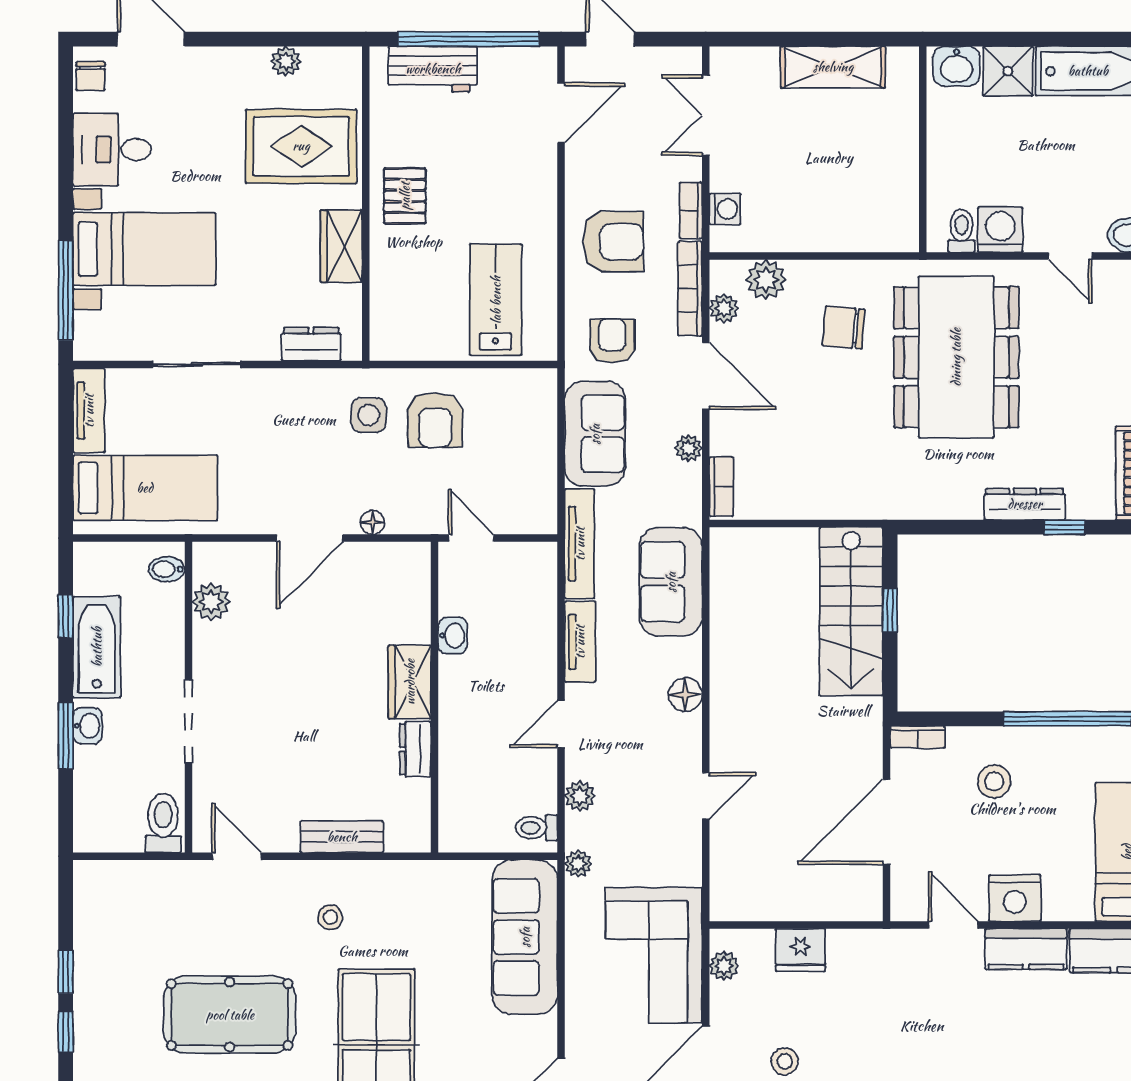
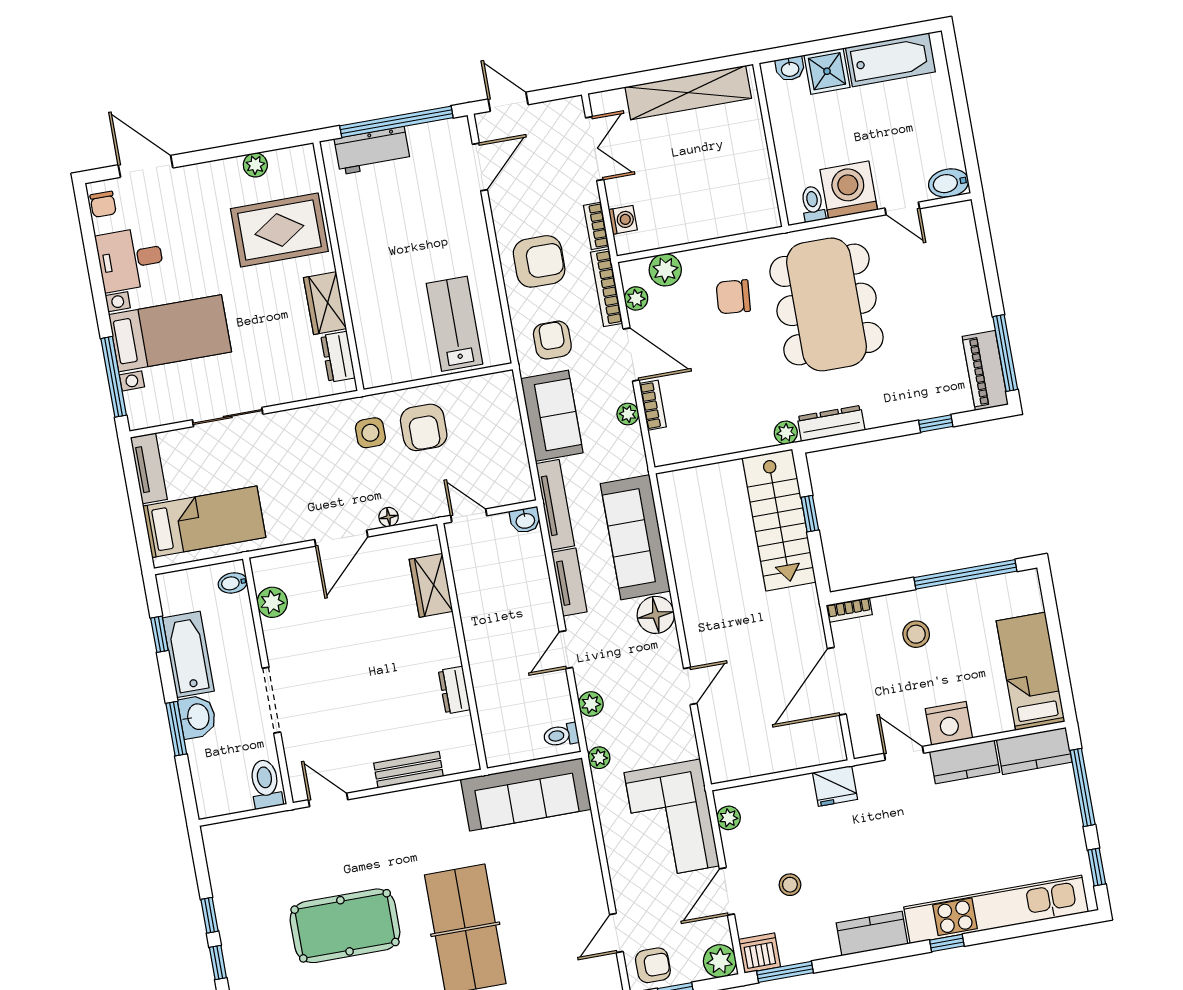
washbasin: (957, 66) -> (790, 69), width x0.72, depth x0.69
shelving: (833, 67) -> (688, 93), width x1.47
double door: (706, 115) -> (595, 149), swing flipped
pallet: (405, 196) -> (368, 255), removed
washing machine: (1000, 230) -> (849, 190), width x1.37, depth x1.37
dresser: (311, 344) -> (338, 357), moved, turned -90
bookcase: (721, 487) -> (653, 405), moved
dresser: (1025, 504) -> (831, 423), moved
plant: (878, 506) -> (786, 433), added
sofa: (671, 582) -> (635, 537), width x1.36
washbasin: (453, 636) -> (525, 520), moved, turned 90
wardrobe: (410, 682) -> (431, 585), moved
floor lamp: (685, 695) -> (656, 615), width x1.38, depth x1.38
washbasin: (88, 726) -> (197, 717), width x1.38, depth x1.45
stool: (330, 917) -> (411, 835), removed
sofa: (525, 937) -> (526, 794), moved, turned -90
fridge: (800, 950) -> (835, 786), moved

